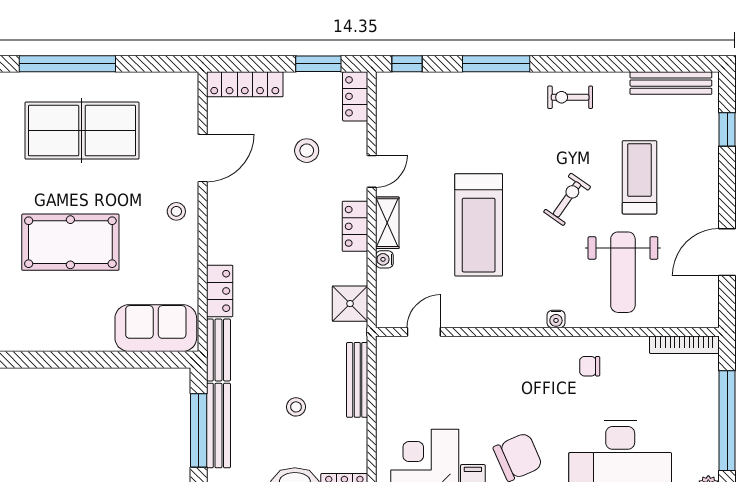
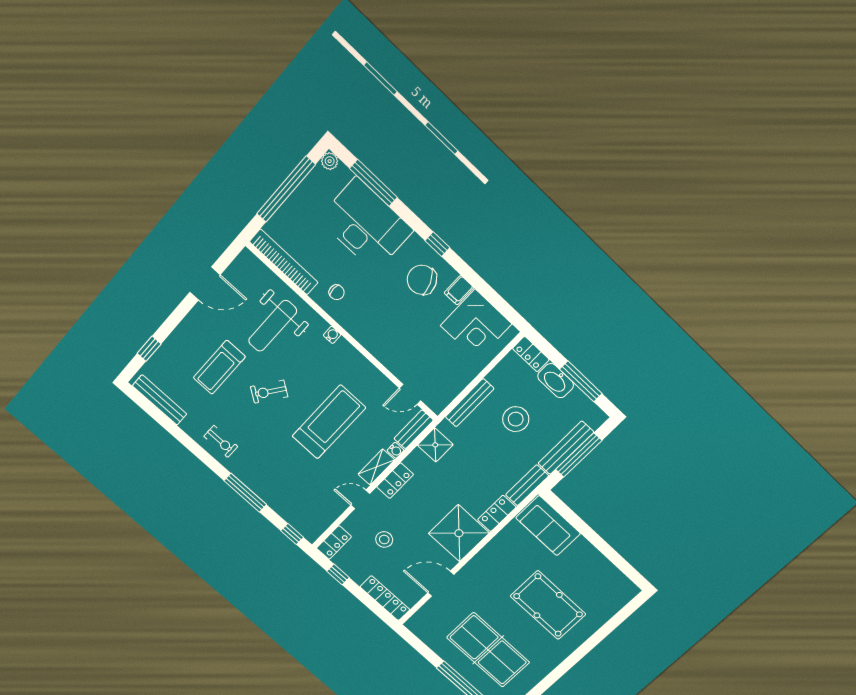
window: (318, 64) -> (338, 574), width x0.67
stool: (176, 211) -> (480, 571), removed
shower: (237, 232) -> (459, 533), added
weight bench: (623, 272) -> (273, 326), turned 180
bench: (387, 299) -> (414, 429), added
bookcase: (684, 345) -> (284, 262), width x1.48, depth x1.31
stool: (296, 407) -> (516, 419), width x1.89, depth x1.89

